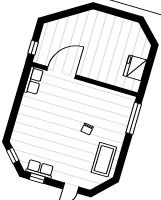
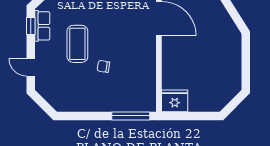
fridge: (135, 68) -> (175, 101), moved
coffee table: (104, 160) -> (77, 44), moved, turned 90

